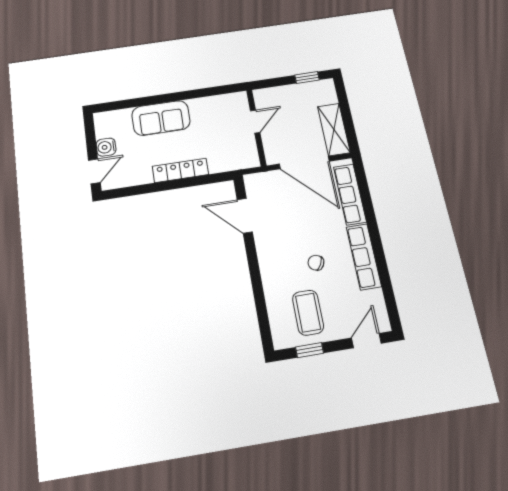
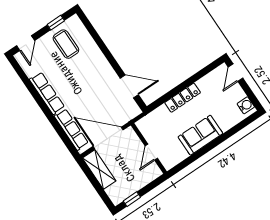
sofa: (161, 118) -> (200, 135), moved
water cooler: (106, 147) -> (246, 105), moved
chair: (316, 263) -> (74, 76), removed

